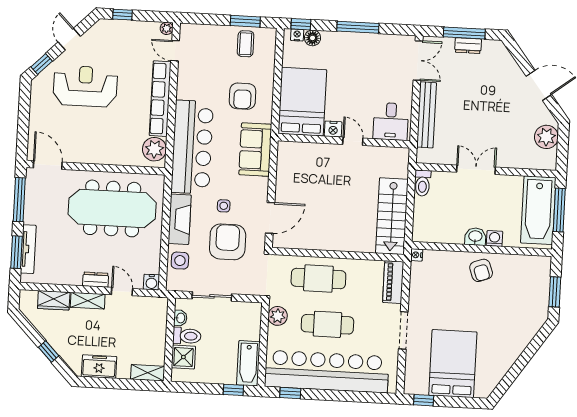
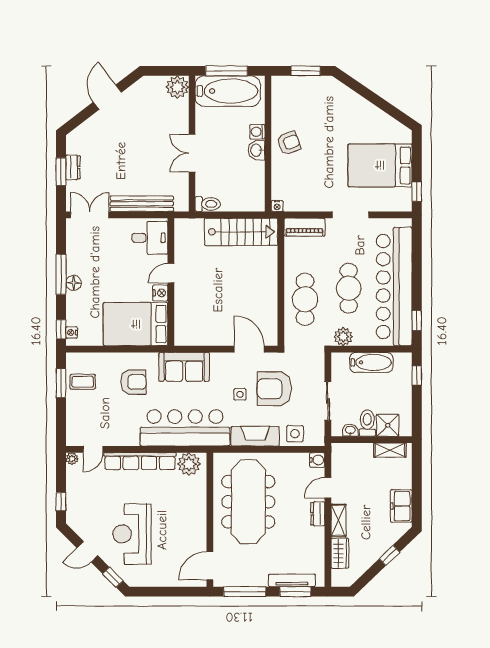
window: (464, 33) -> (61, 172), width x0.69
floor lamp: (313, 38) -> (74, 283), moved
plant: (546, 137) -> (177, 87), moved
bathtub: (248, 363) -> (371, 362), moved
shelving: (148, 373) -> (390, 450), moved, turned 90

